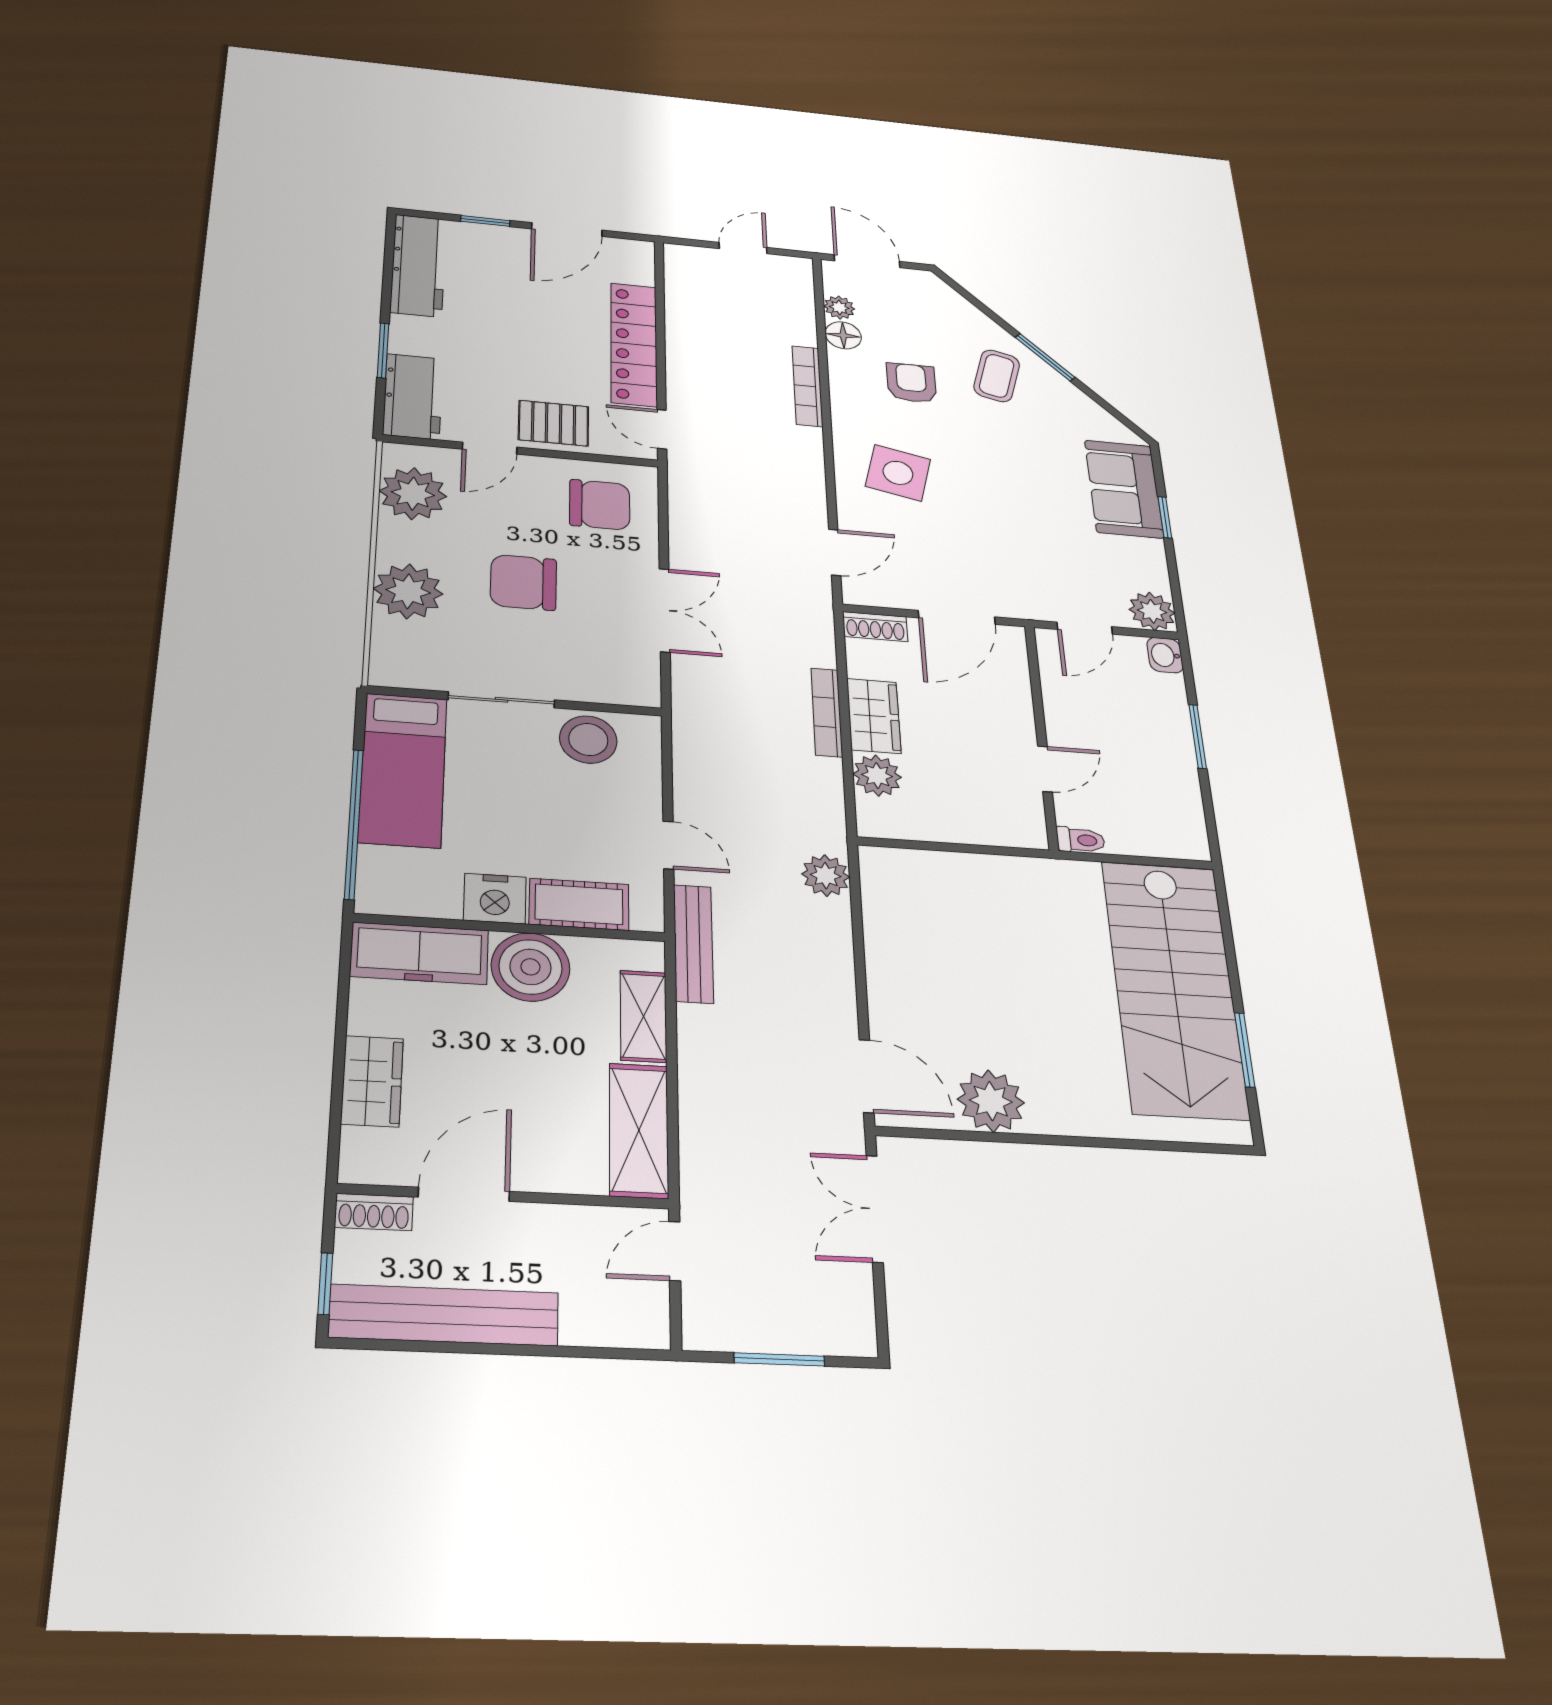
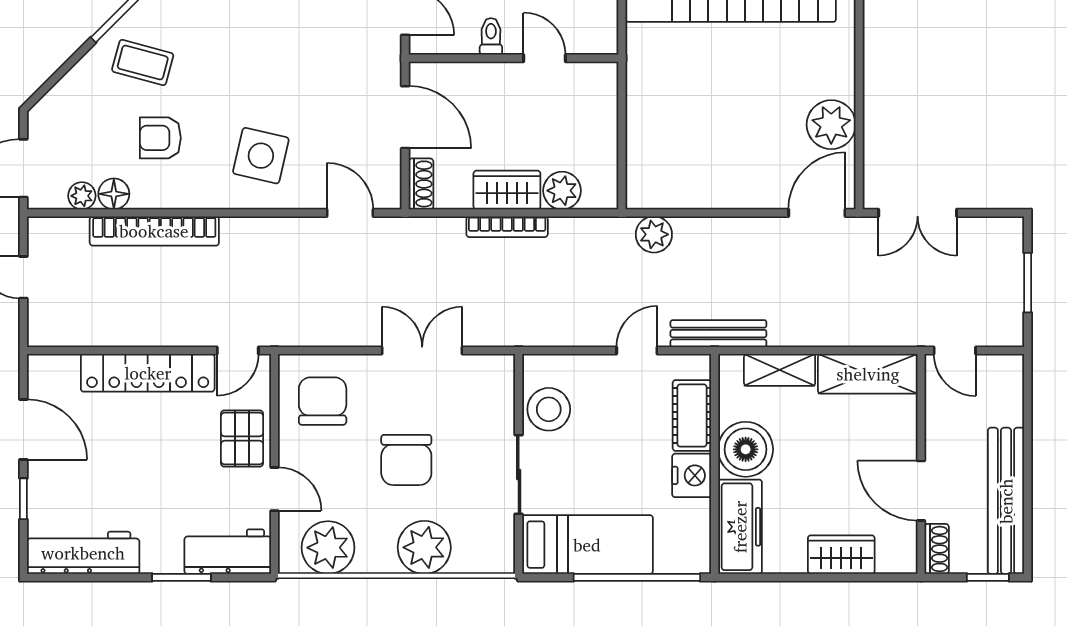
bookcase: (807, 386) -> (154, 231), width x1.48, depth x1.31
toilet: (1081, 840) -> (491, 36), moved

